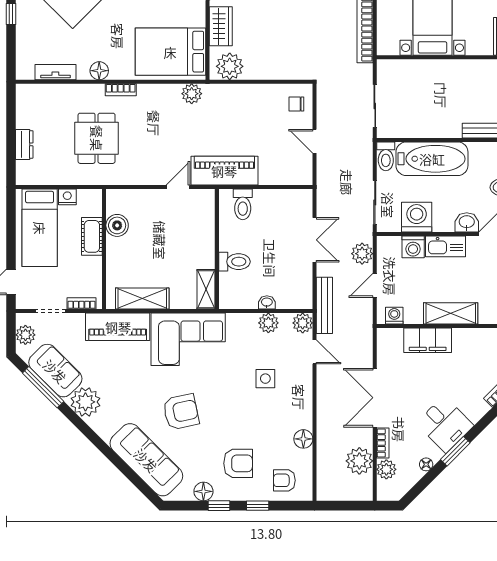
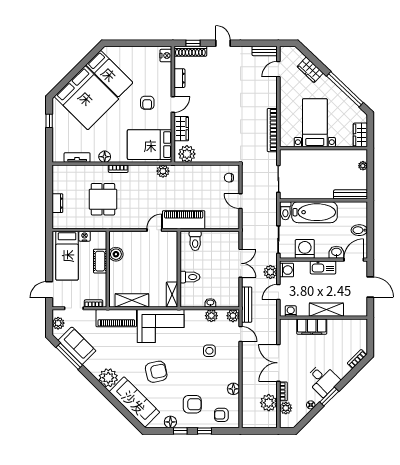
washing machine: (413, 247) -> (287, 270), moved, turned -90
plant: (85, 402) -> (108, 378), moved

